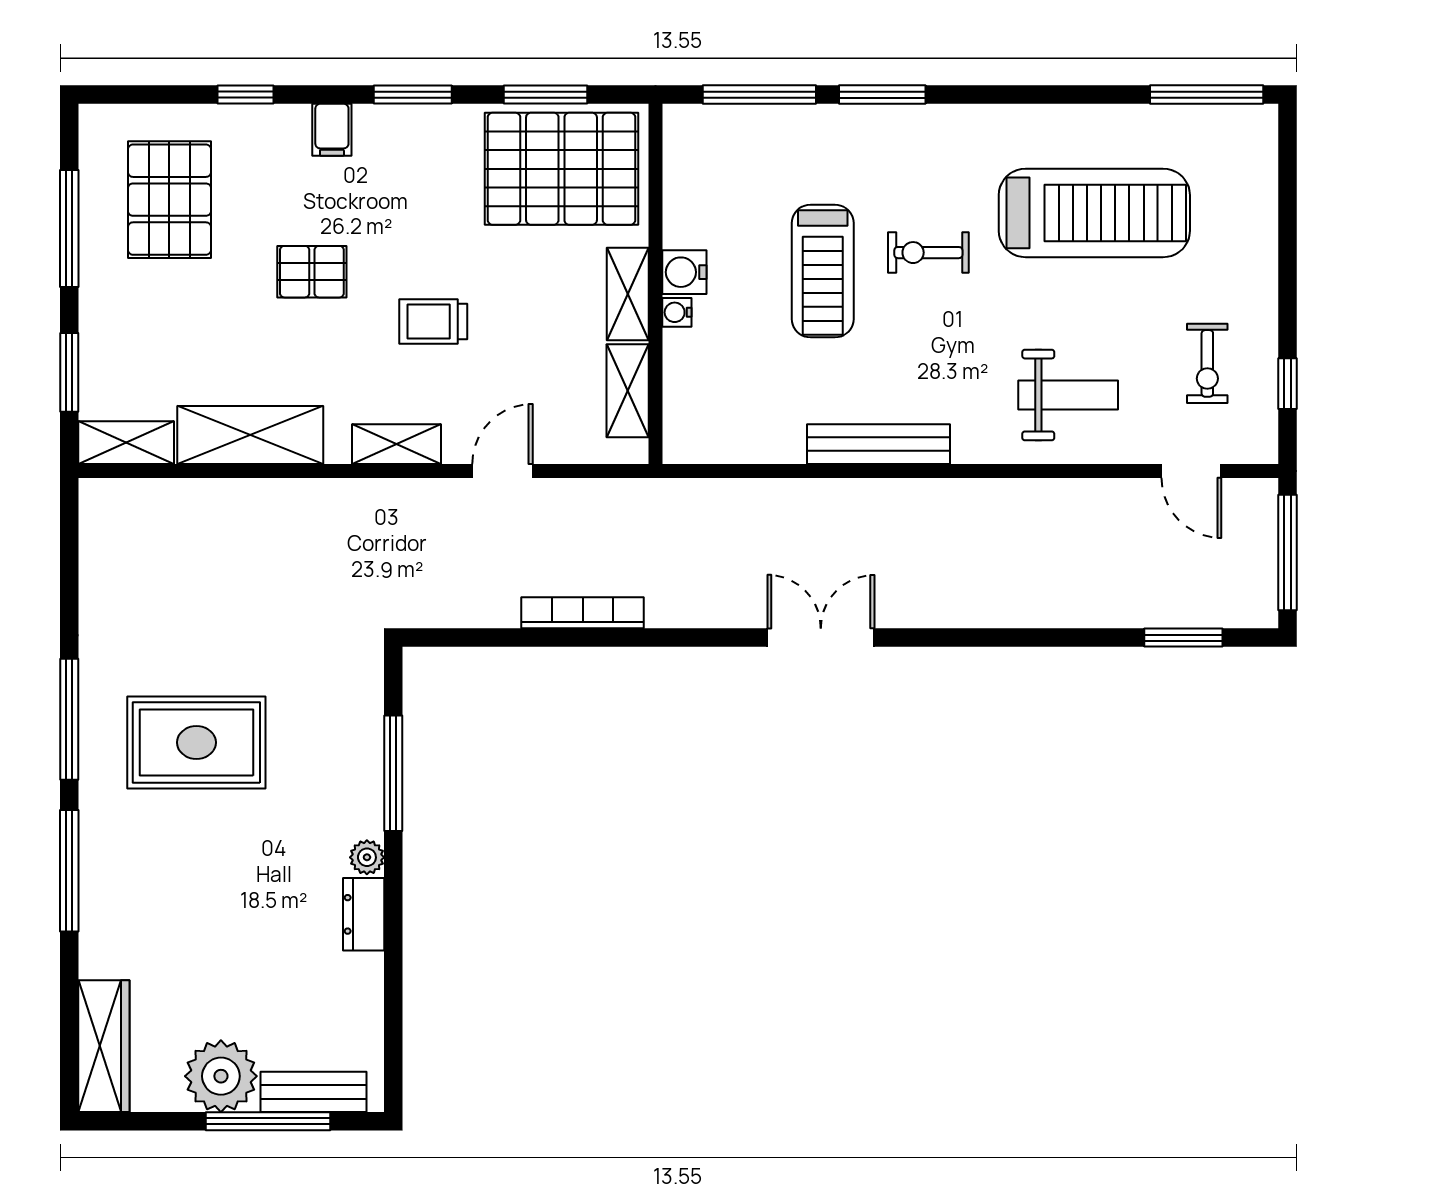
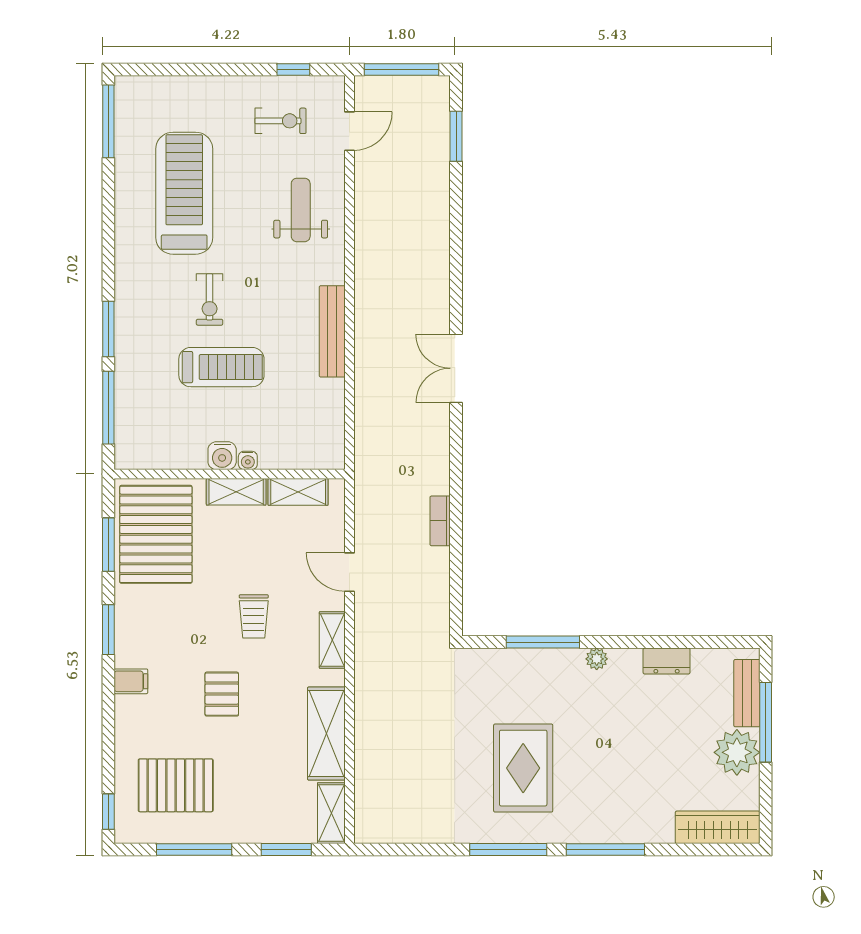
window: (246, 95) -> (108, 812), moved
bookcase: (583, 613) -> (440, 521), width x0.64
dresser: (364, 914) -> (667, 661), moved

